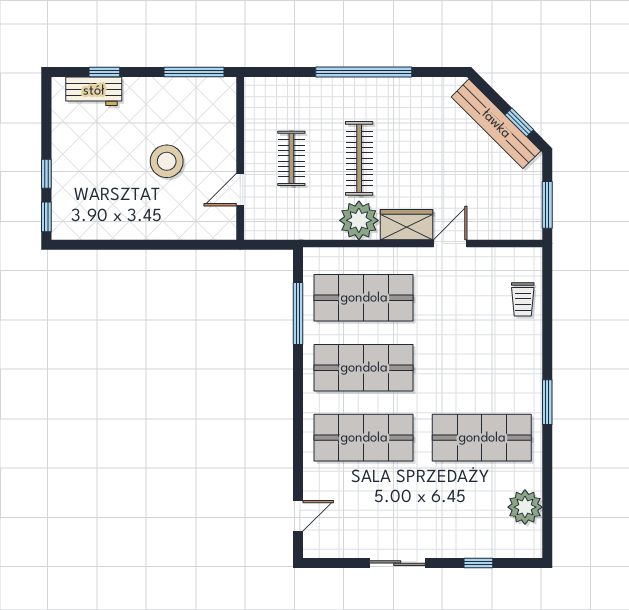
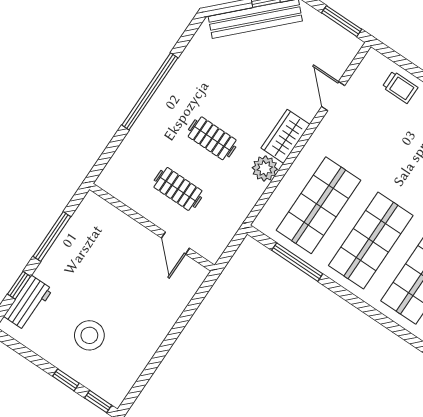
window: (194, 72) -> (52, 236), moved
clothes rail: (359, 158) -> (212, 138), width x0.73
stool: (167, 161) -> (89, 335), moved
plant: (359, 220) -> (265, 168), width x0.73, depth x0.73
door: (450, 244) -> (333, 96), moved

